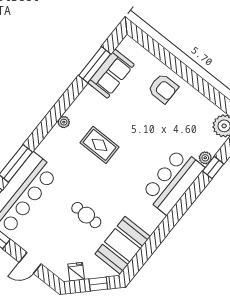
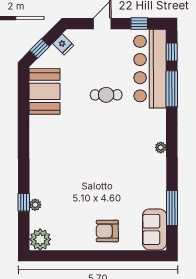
sofa: (111, 74) -> (154, 229), moved
rug: (100, 145) -> (121, 152), removed
bar counter: (173, 181) -> (45, 168), removed
cafe table: (86, 215) -> (106, 95), moved

